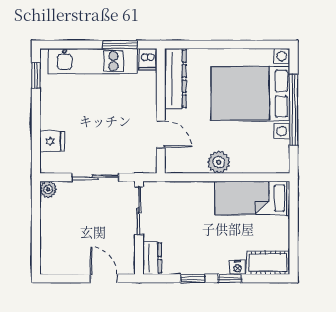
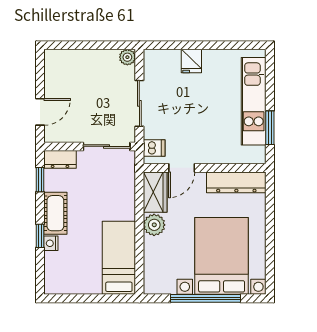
dishwasher: (148, 59) -> (154, 148), moved, turned 180
window: (36, 75) -> (240, 45), removed
fridge: (52, 141) -> (191, 61), moved
wardrobe: (185, 161) -> (155, 192), added
cot: (268, 263) -> (55, 213), moved
window: (193, 278) -> (40, 180), moved

